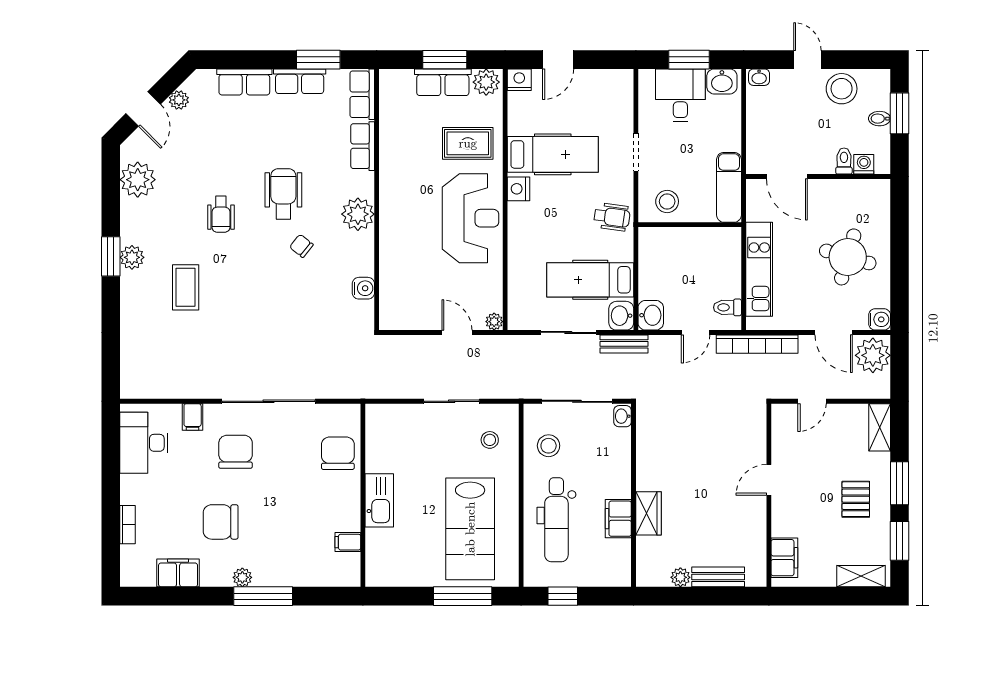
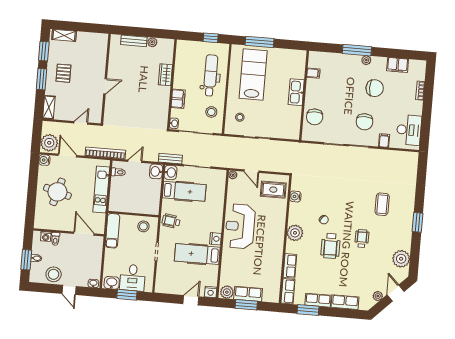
rug: (468, 143) -> (273, 190), moved
plant: (132, 257) -> (407, 221), removed
filing cabinet: (618, 519) -> (178, 99), moved
filing cabinet: (784, 558) -> (101, 48), removed

